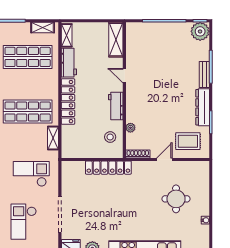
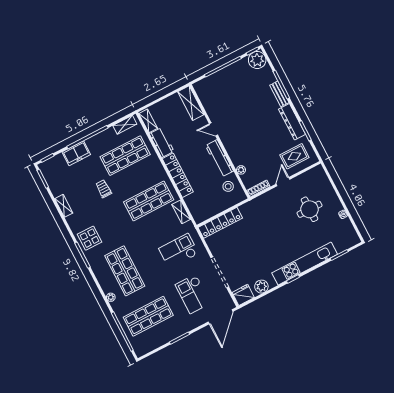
workbench: (116, 106) -> (219, 158), width x1.38
locker: (108, 168) -> (220, 223), moved

